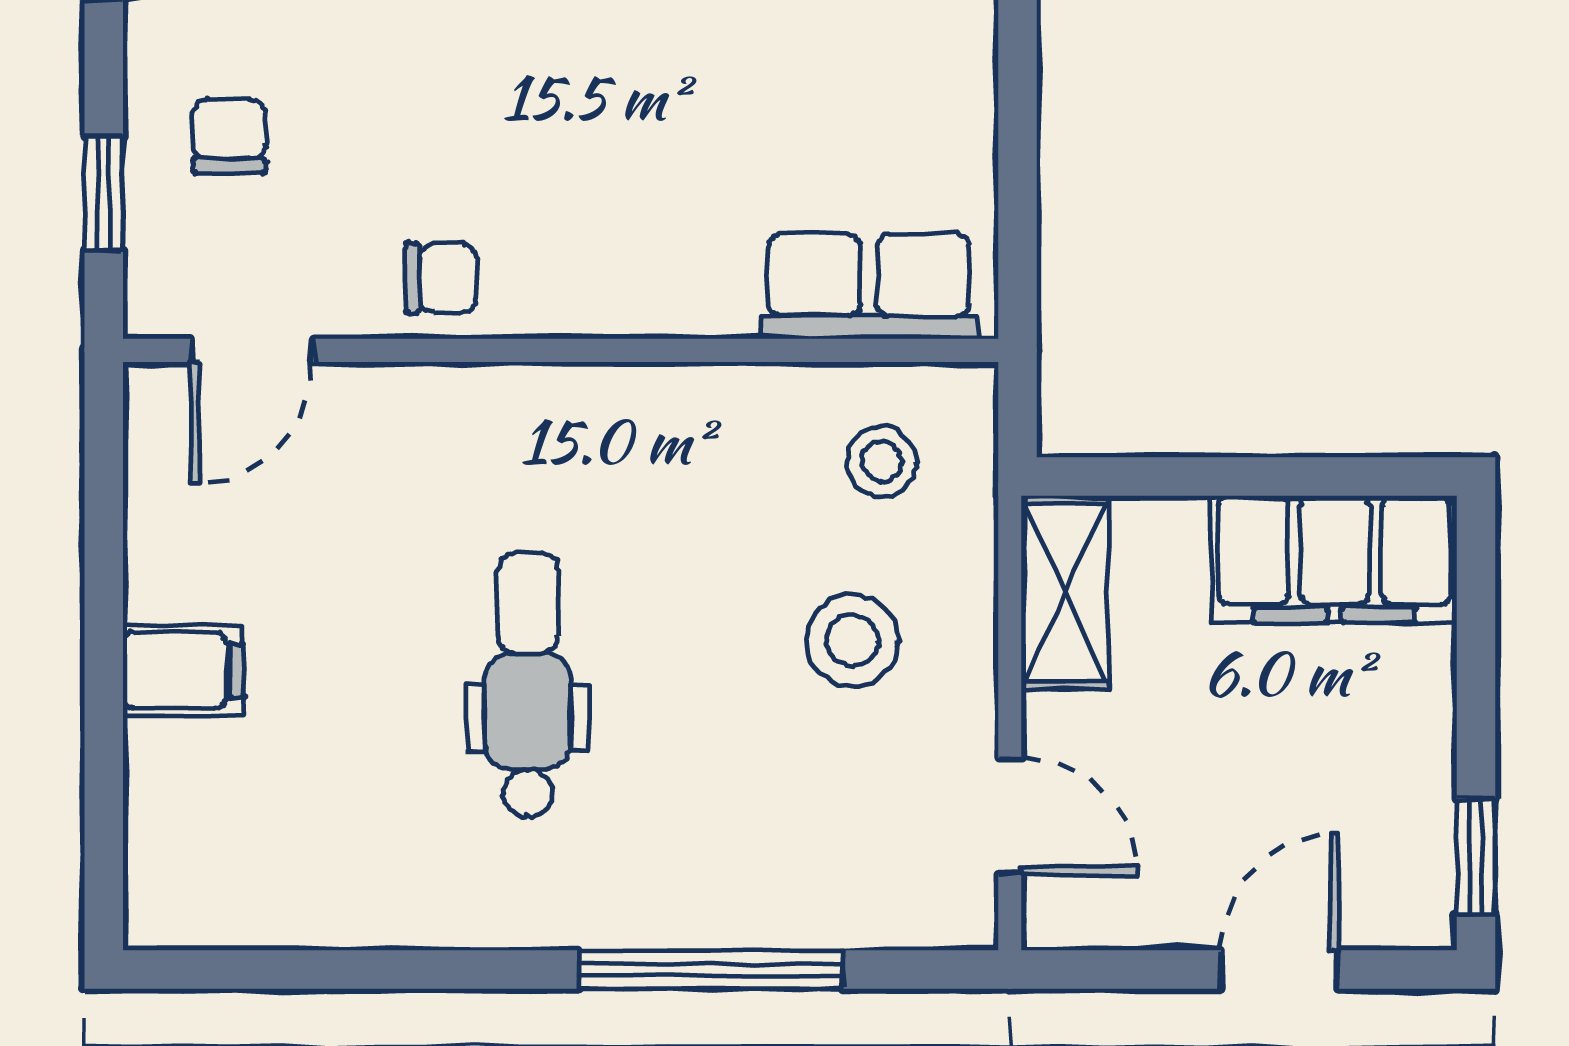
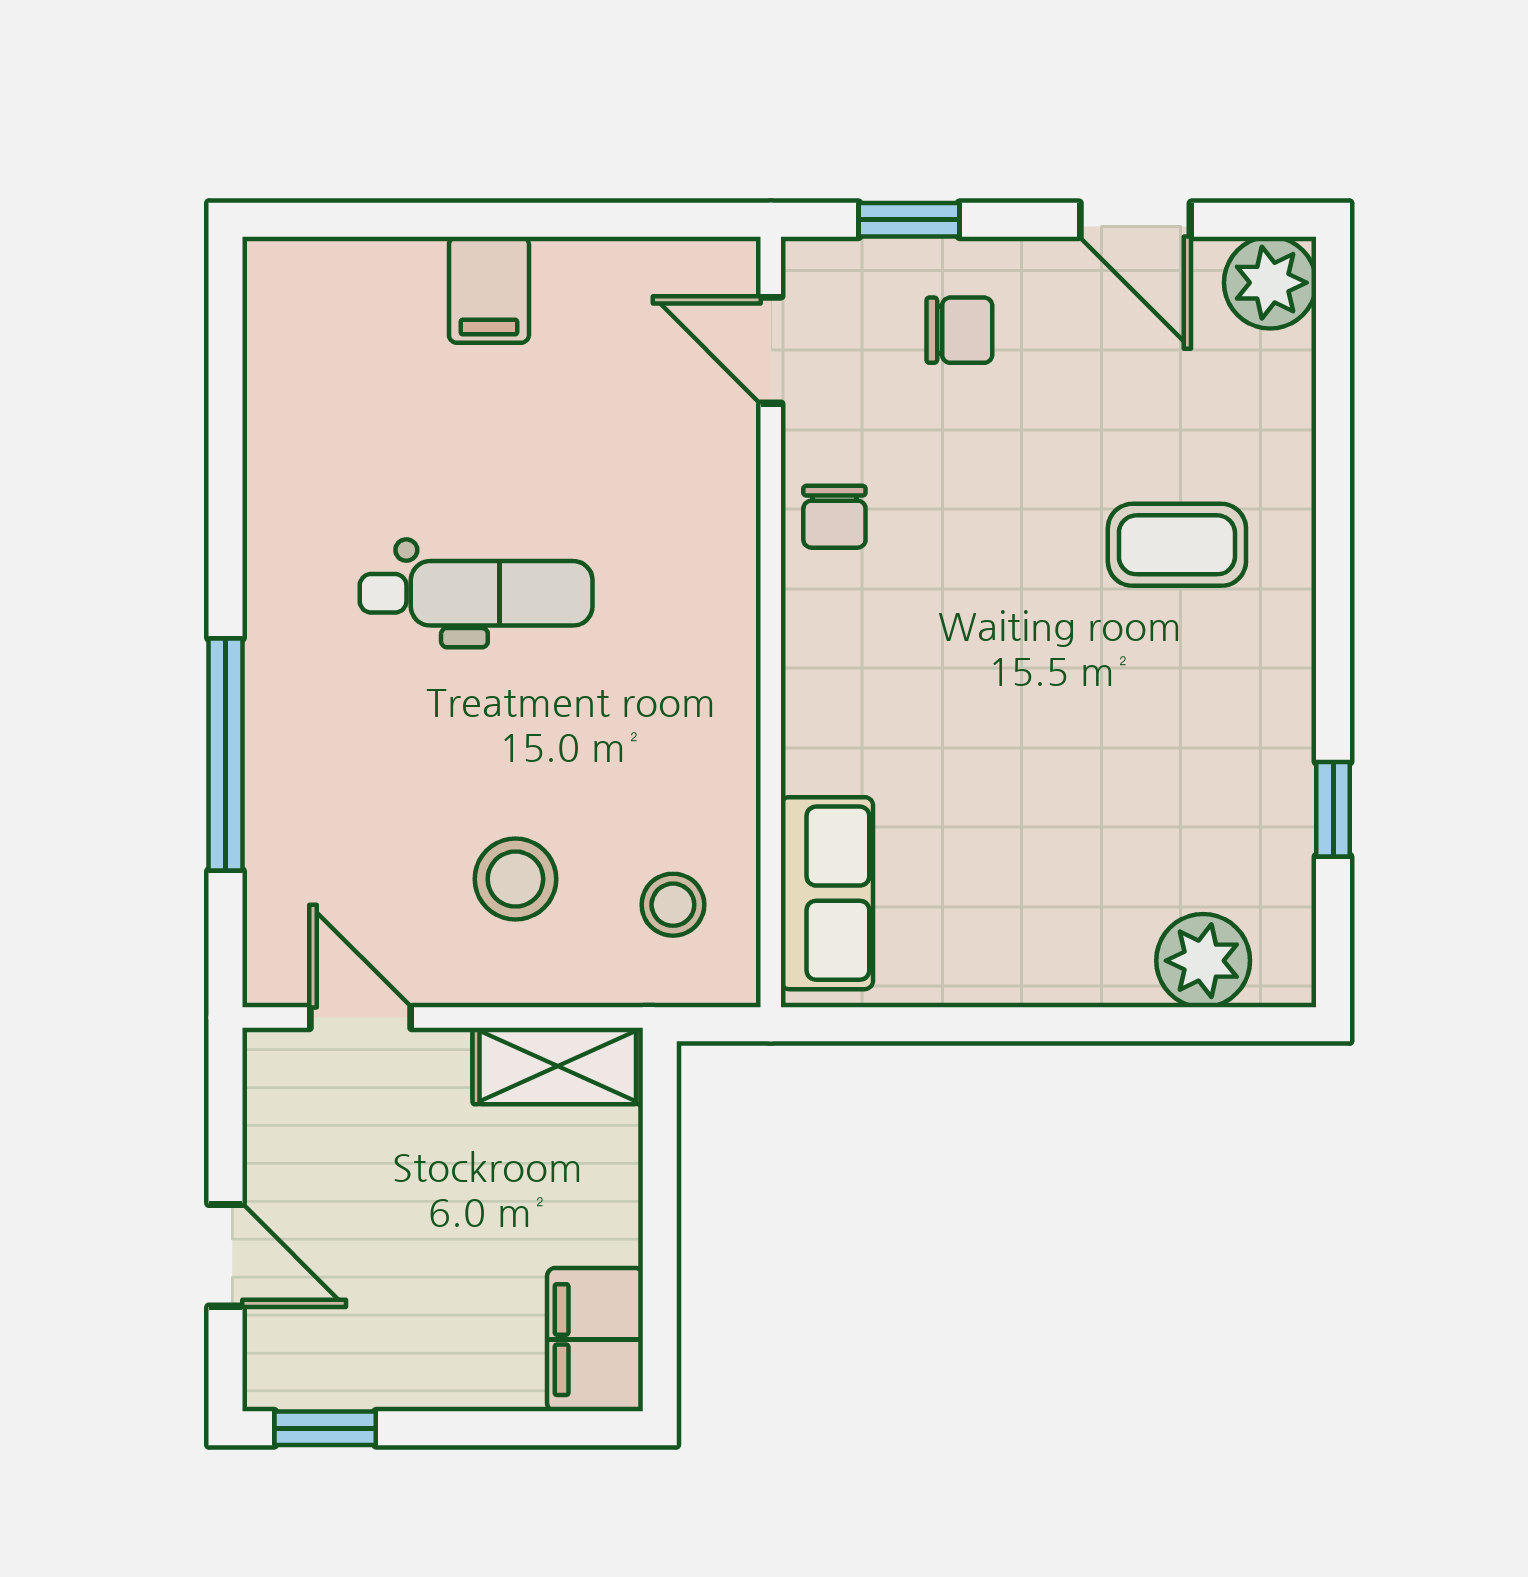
filing cabinet: (1335, 559) -> (595, 1340), width x0.67, depth x0.86
door: (1010, 816) -> (361, 1018), swing flipped

